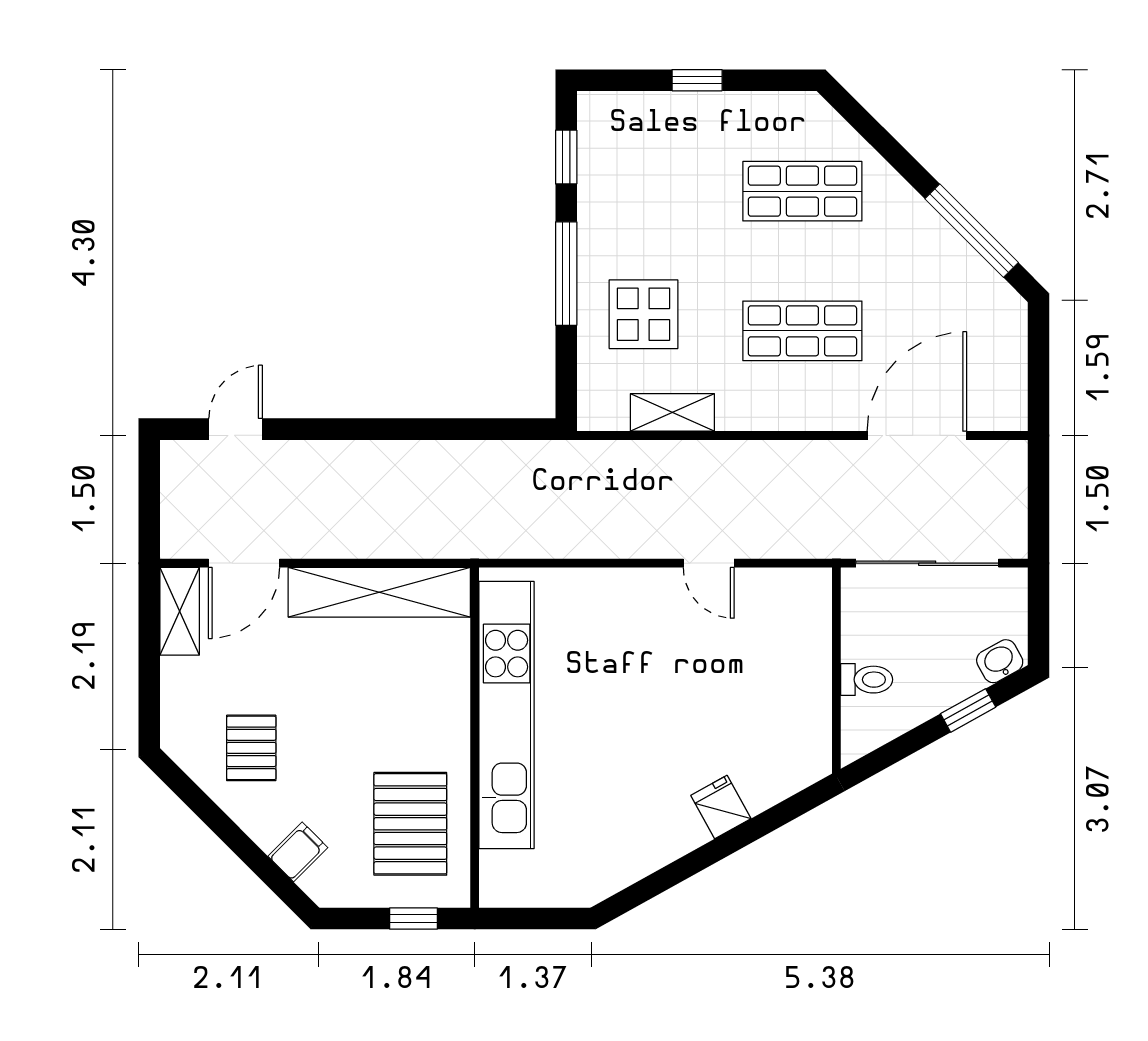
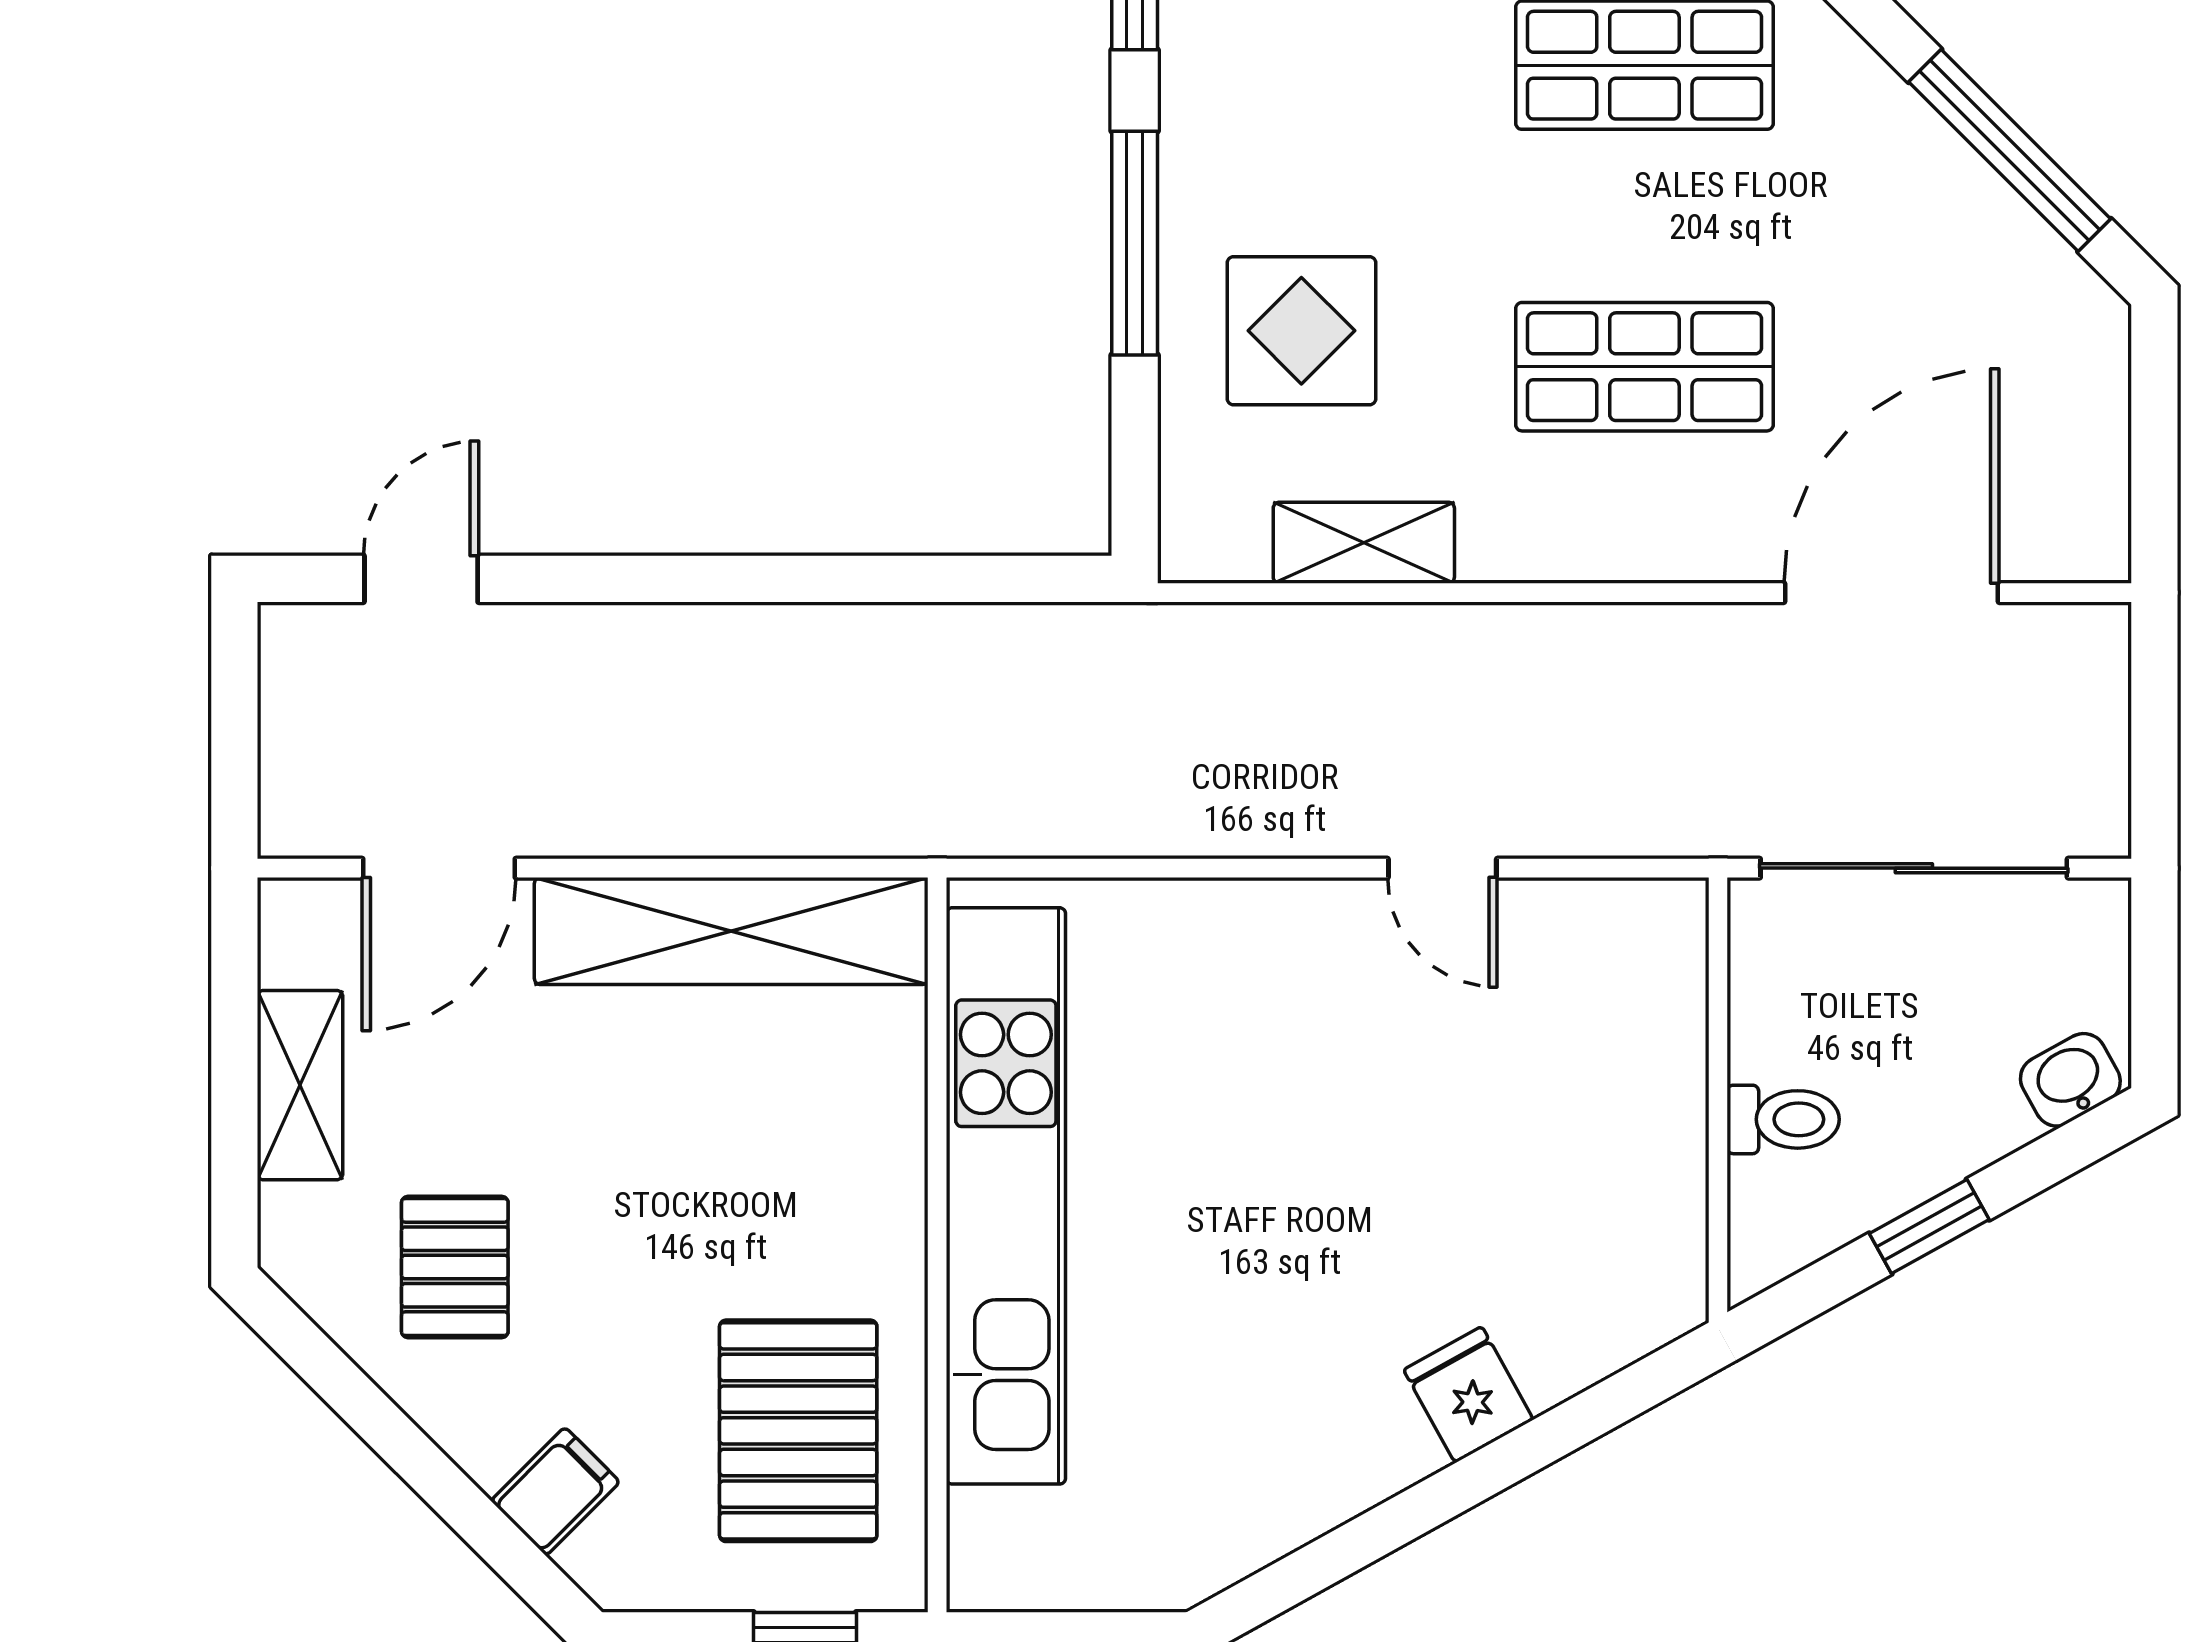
shelving: (180, 611) -> (300, 1085), moved
window: (968, 710) -> (1929, 1227), moved

